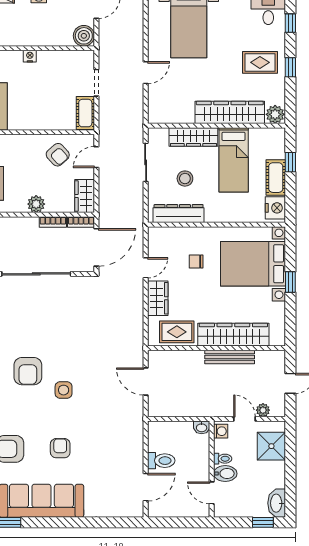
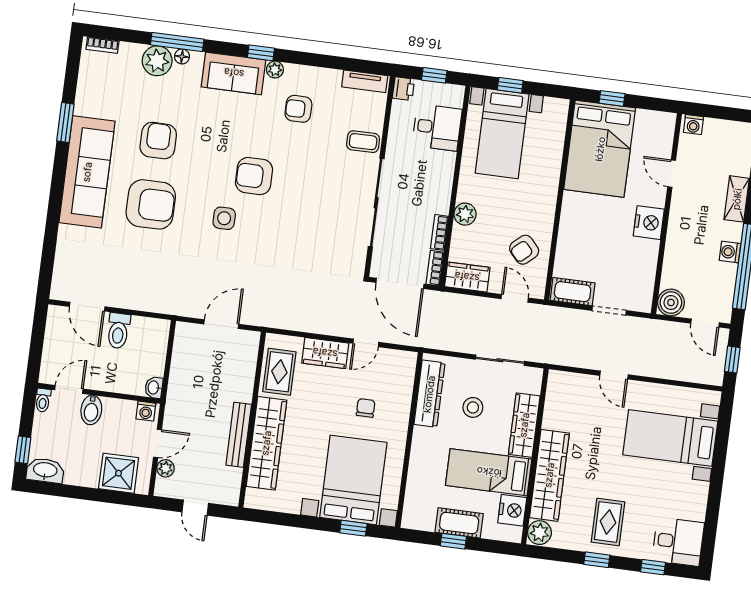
nightstand: (30, 56) -> (649, 223), width x1.89, depth x1.79
window: (290, 162) -> (453, 541), moved
nightstand: (275, 208) -> (512, 510), moved, turned -90
door: (146, 268) -> (366, 343), hinge flipped
window: (290, 282) -> (353, 528), moved
armchair: (60, 448) -> (151, 204), width x1.88, depth x1.88
toilet: (223, 459) -> (43, 400), moved

